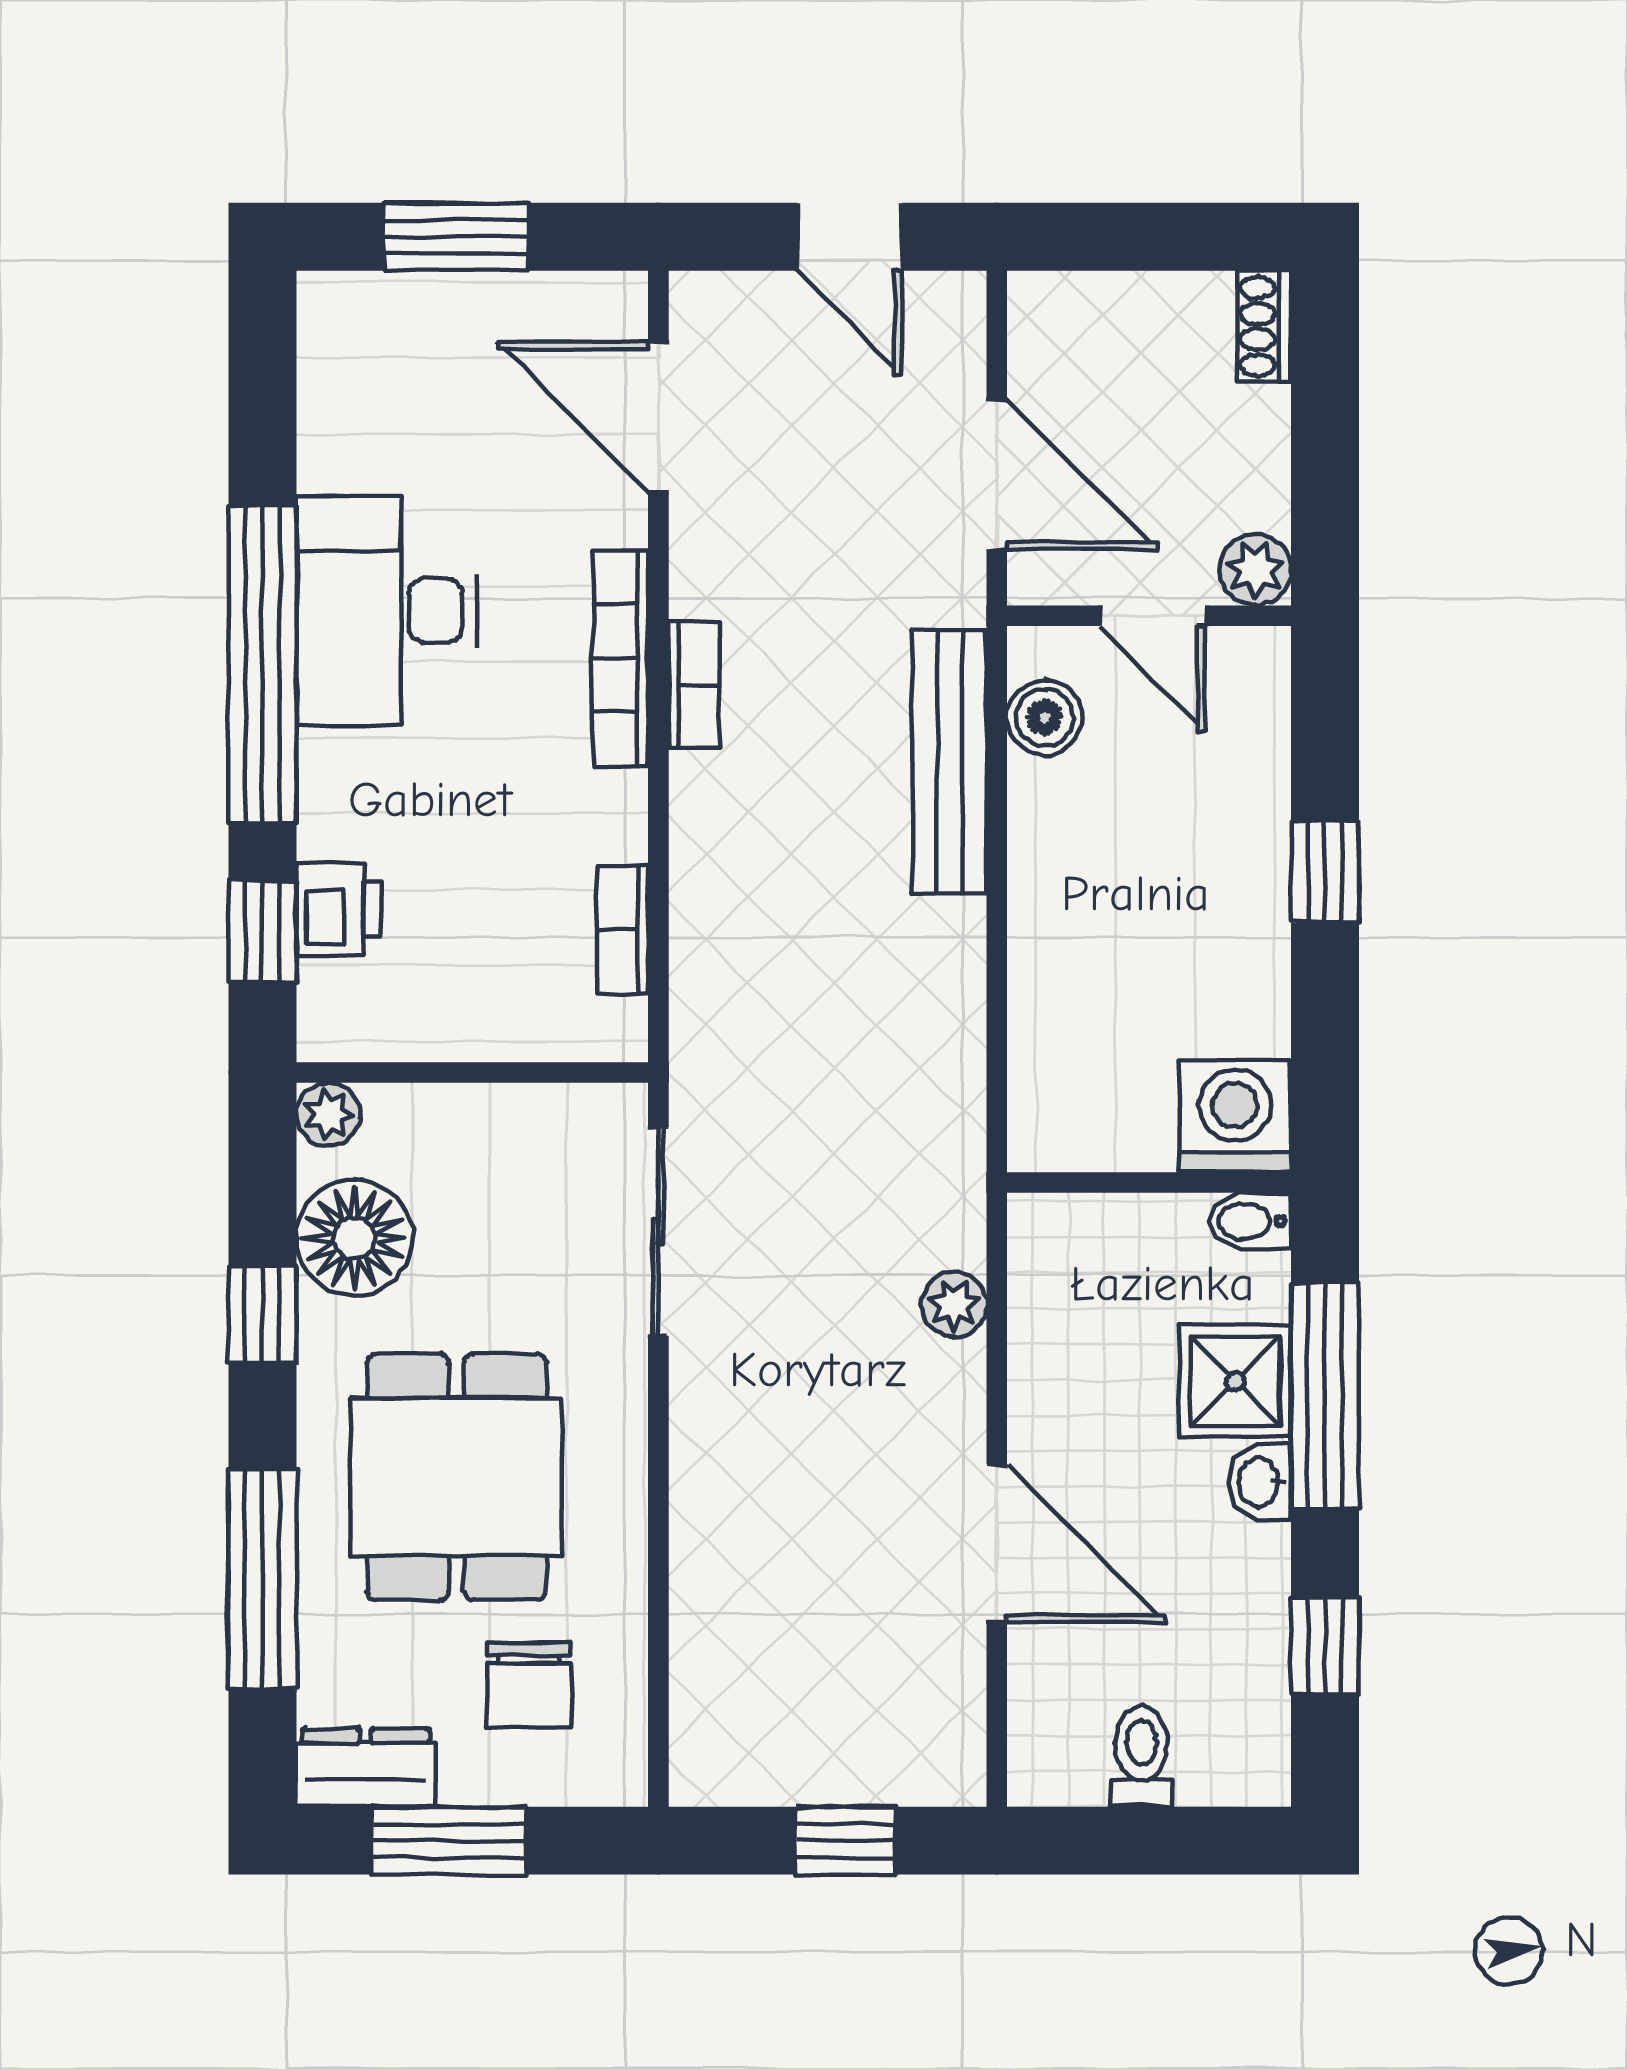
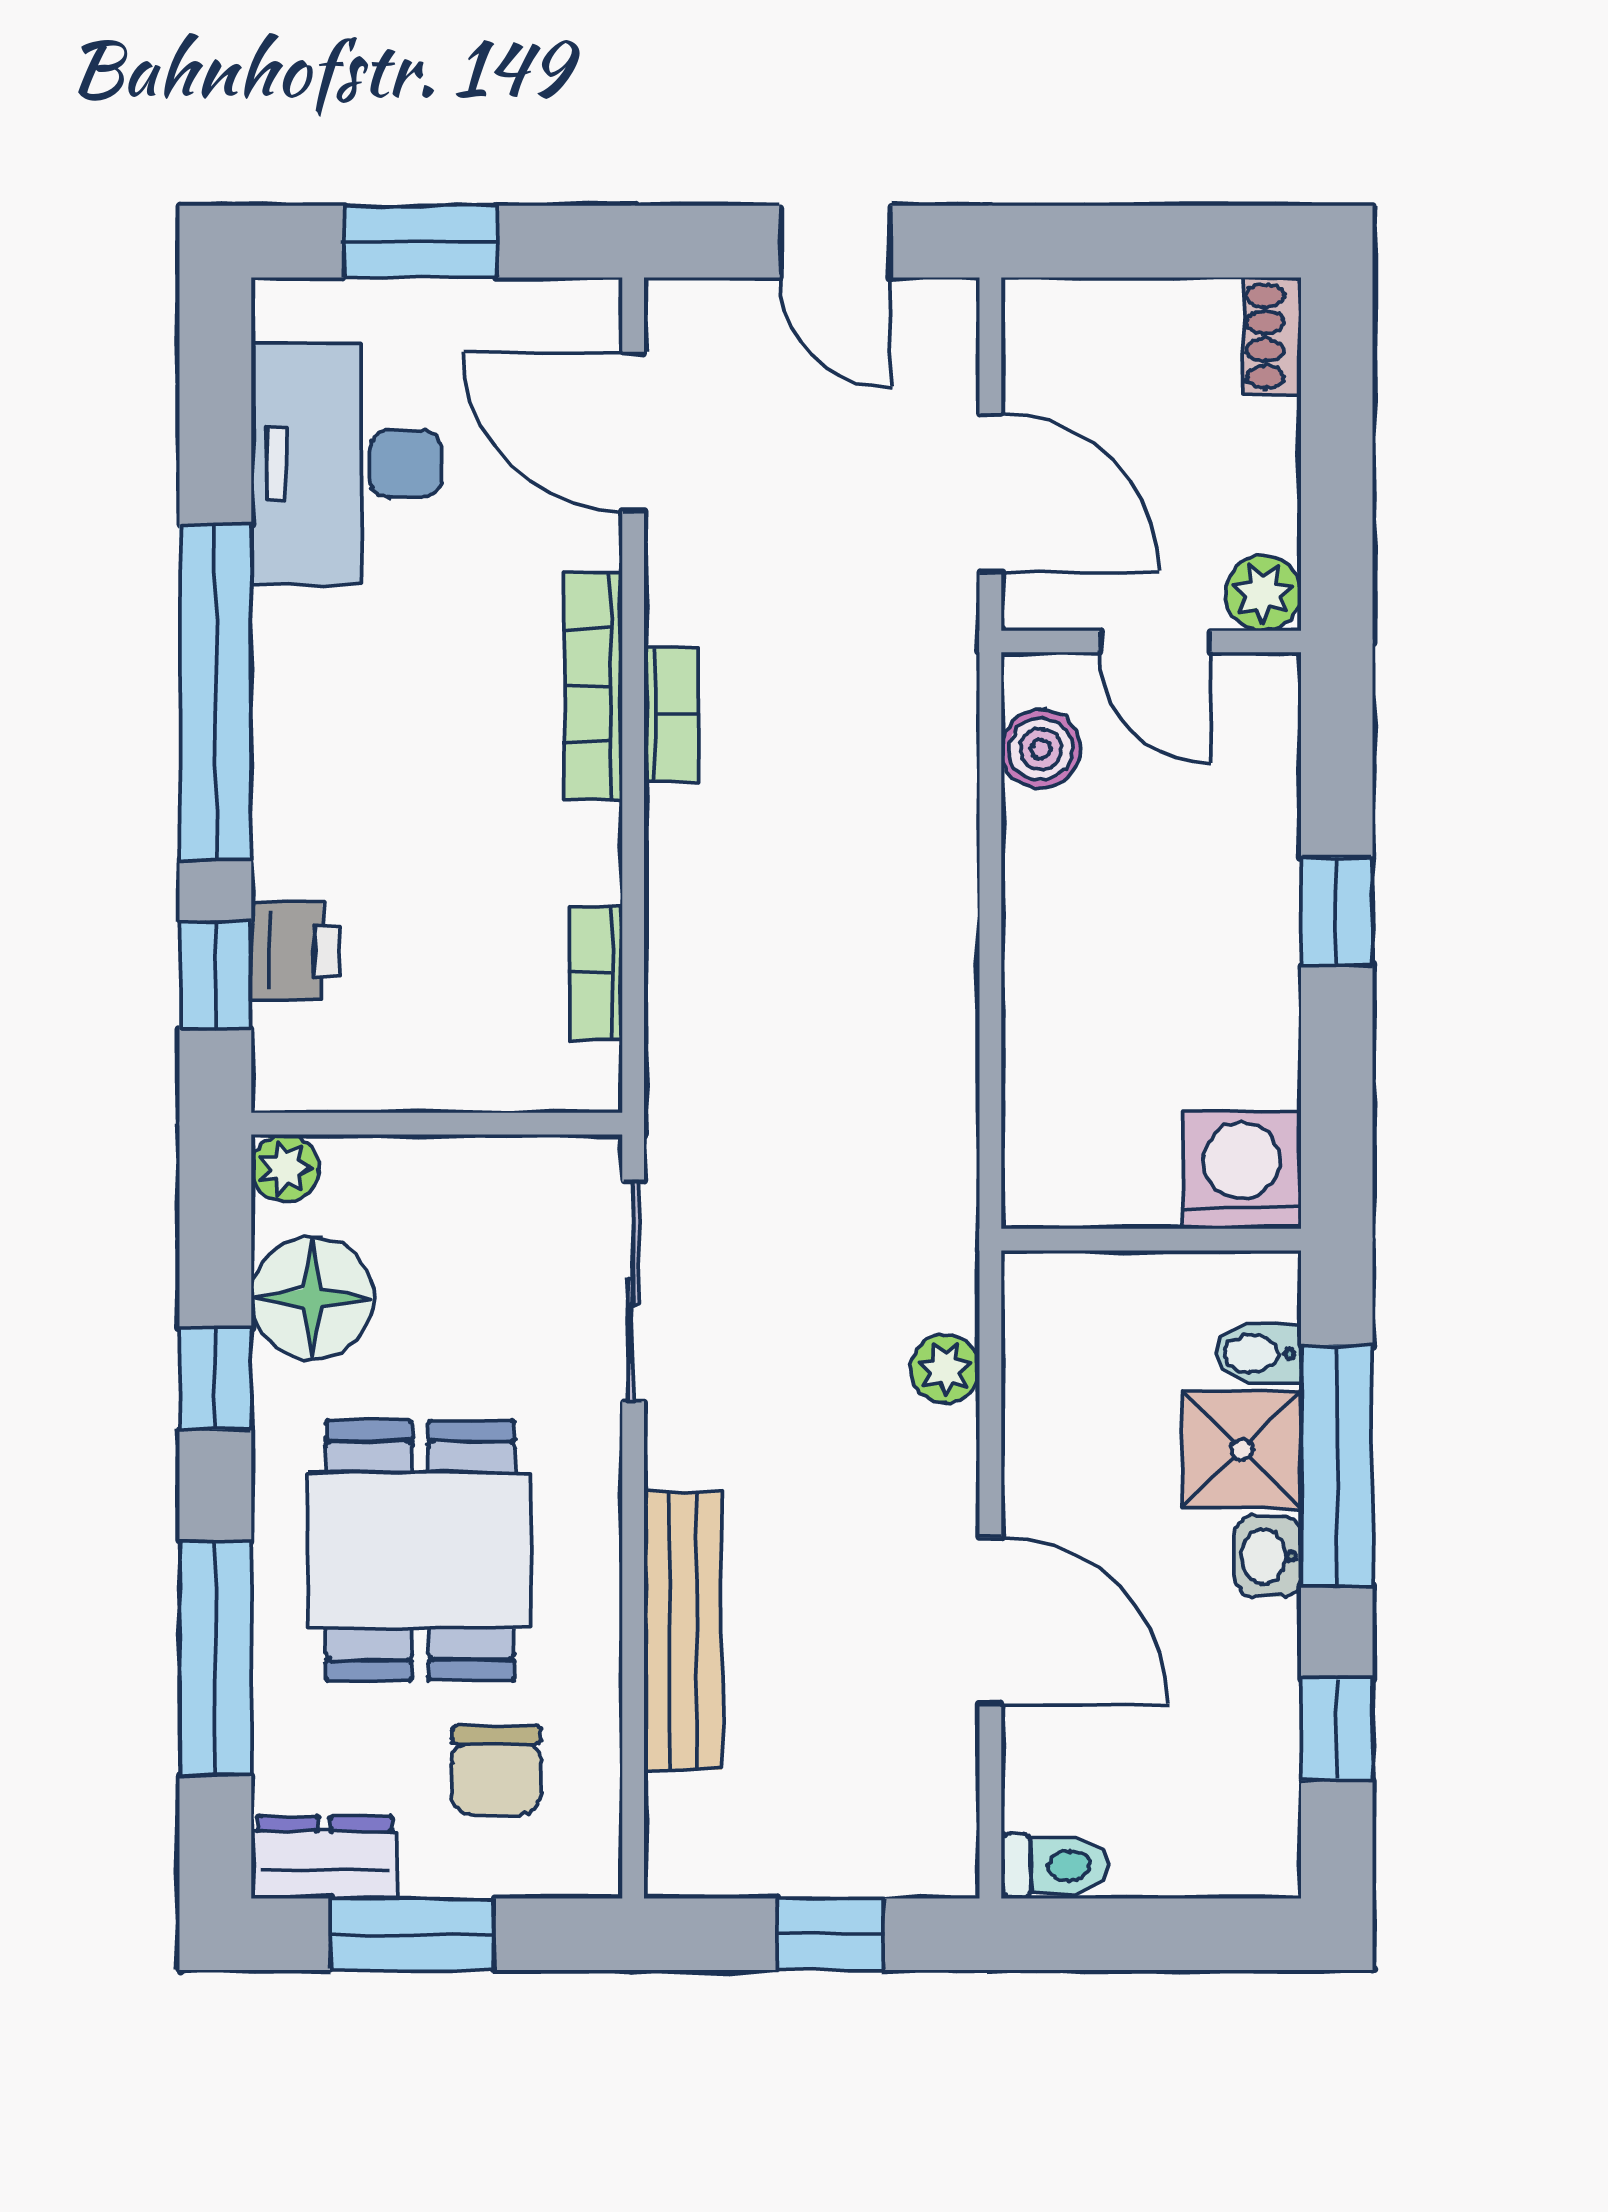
desk: (387, 611) -> (346, 464), moved
bench: (950, 762) -> (683, 1630), moved
bidet: (1250, 1221) -> (1258, 1354), moved
toilet: (1142, 1756) -> (1054, 1866), moved, turned 90

